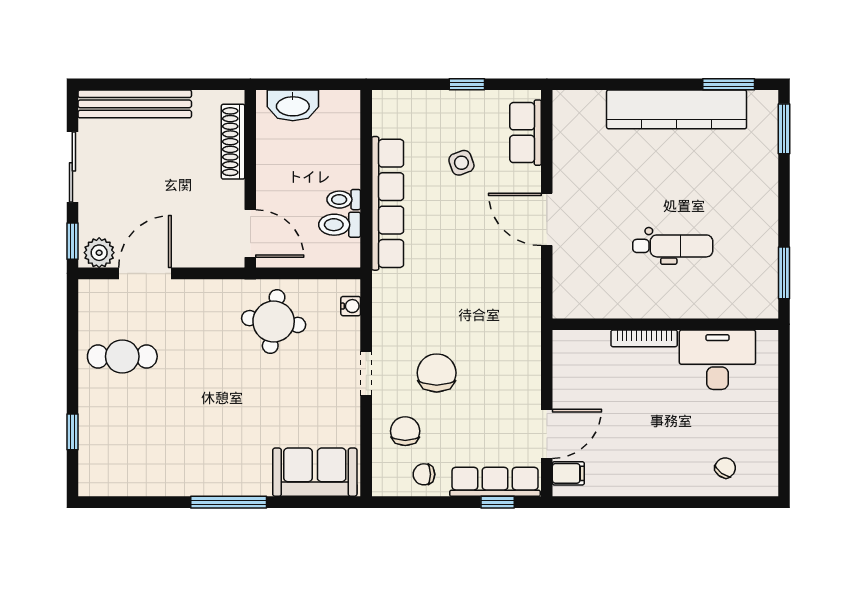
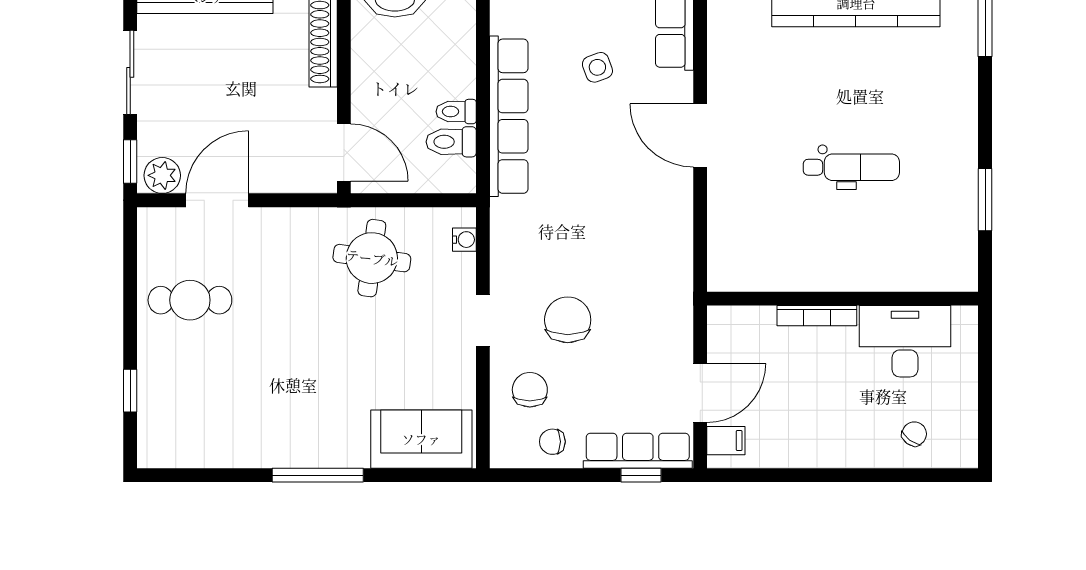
wall: (665, 324) -> (843, 299), moved
bookcase: (644, 338) -> (817, 316), moved
desk: (717, 360) -> (905, 341), moved

